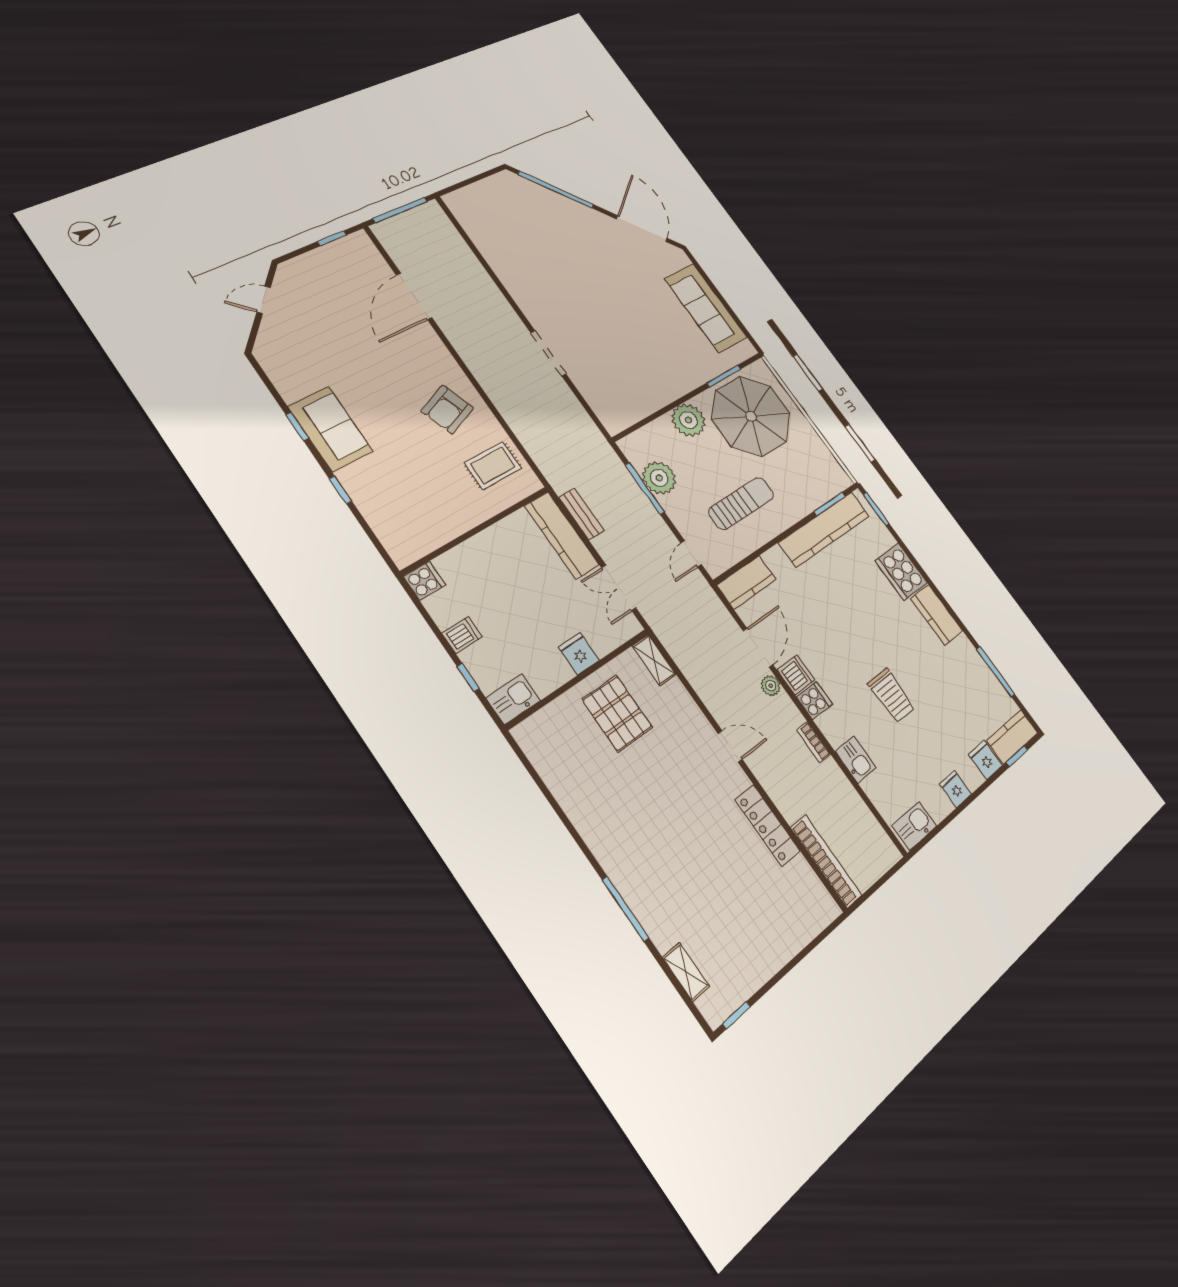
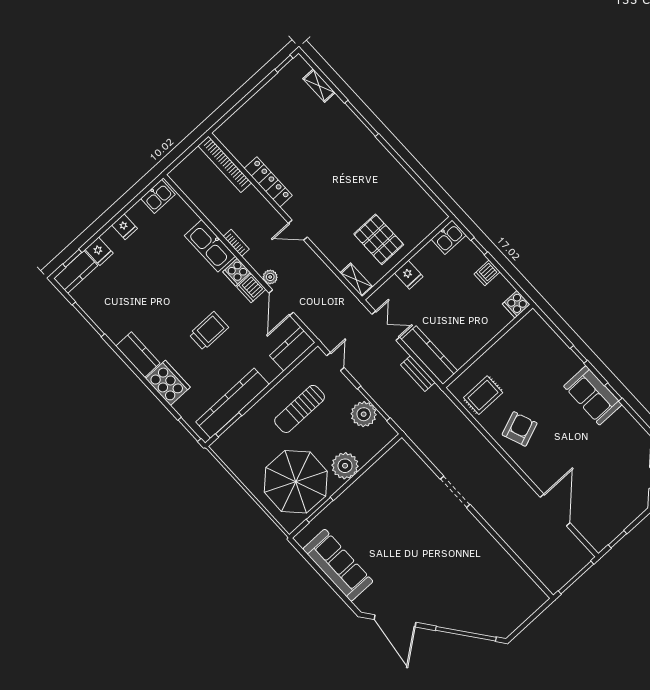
trolley: (891, 695) -> (209, 331), moved, turned 90
kitchen sink: (856, 760) -> (210, 246), width x1.88, depth x1.24

